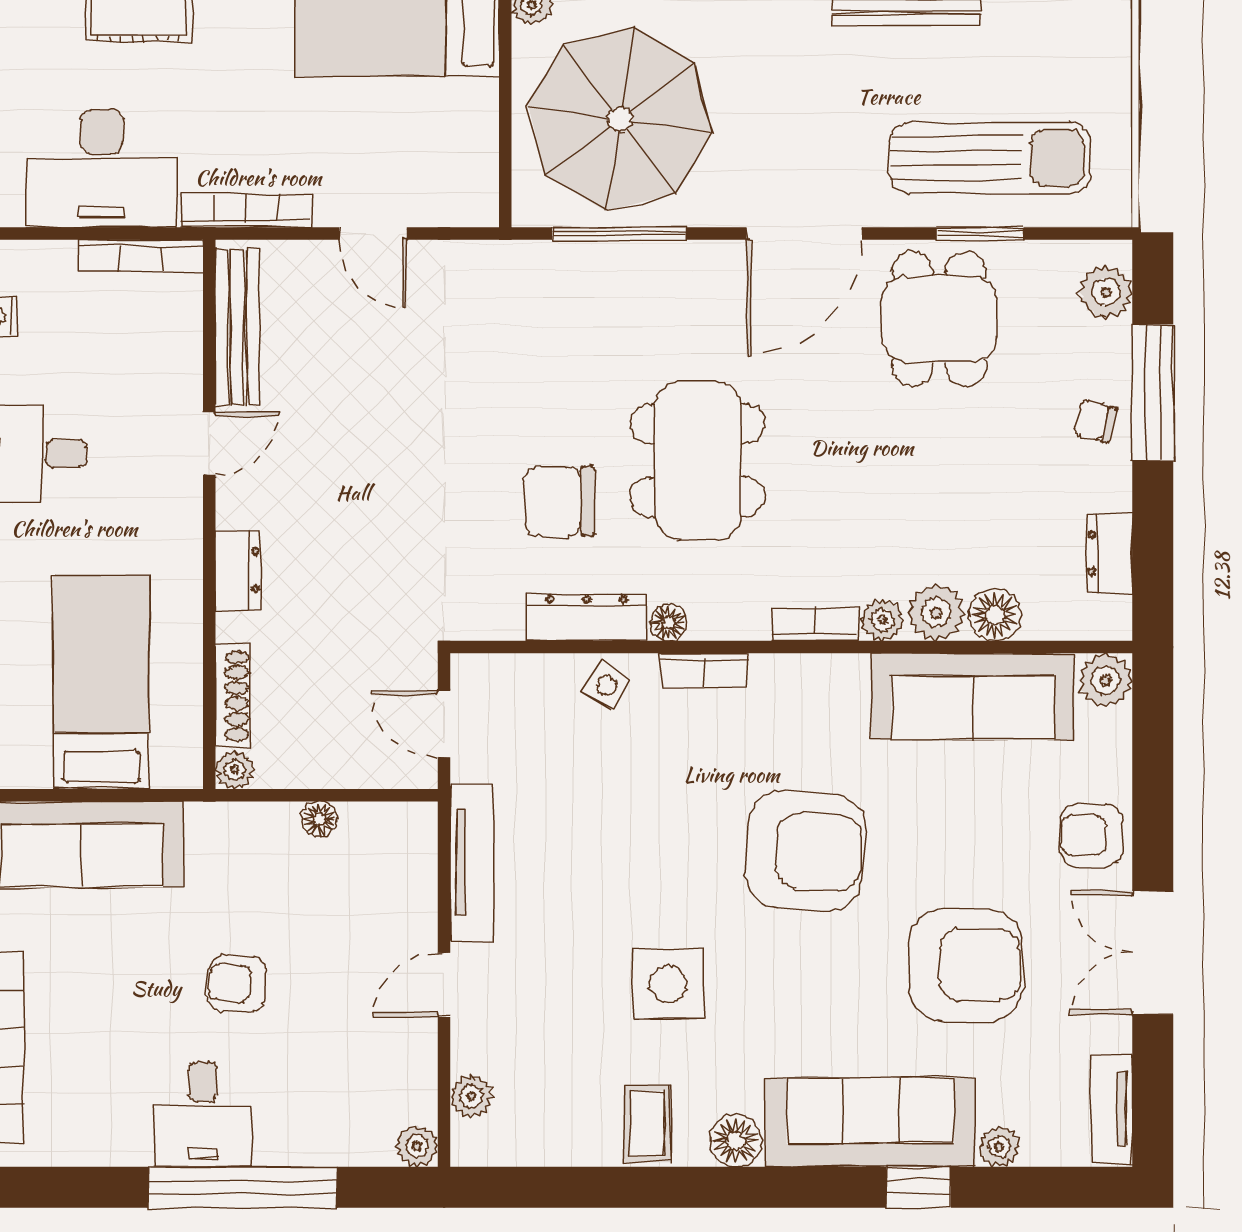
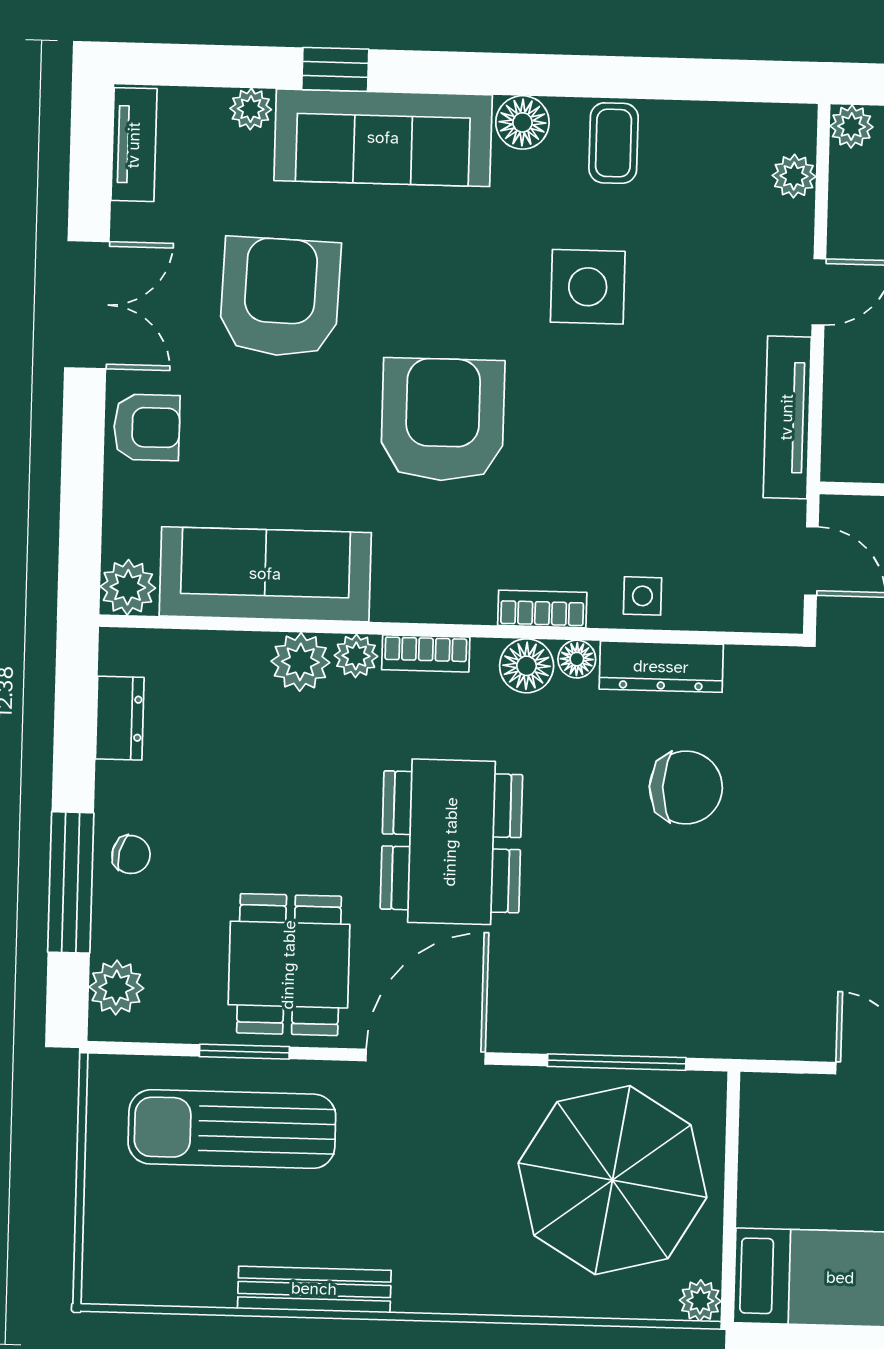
dining table: (698, 461) -> (451, 842), moved
floor lamp: (995, 615) -> (527, 666), moved
side table: (607, 686) -> (642, 596), turned -32
armchair: (805, 851) -> (443, 420), turned 86
armchair: (966, 965) -> (280, 297), turned 92

